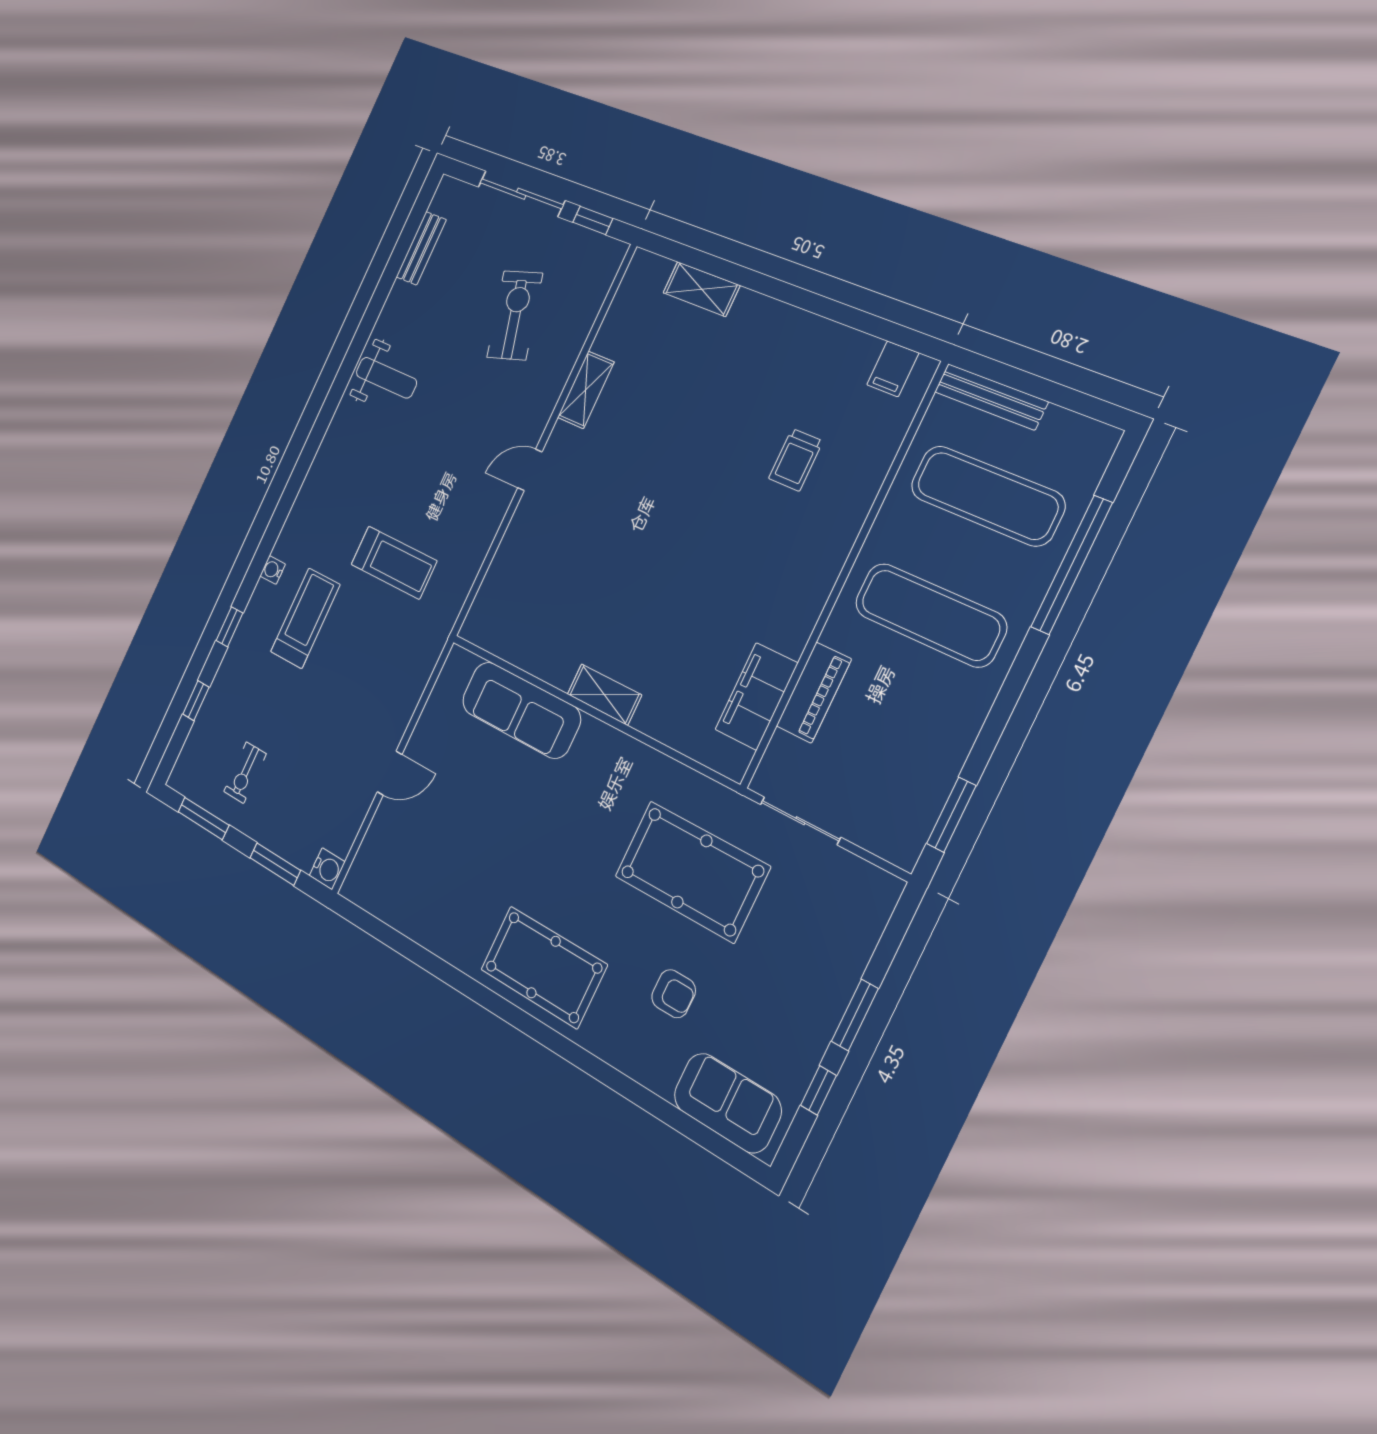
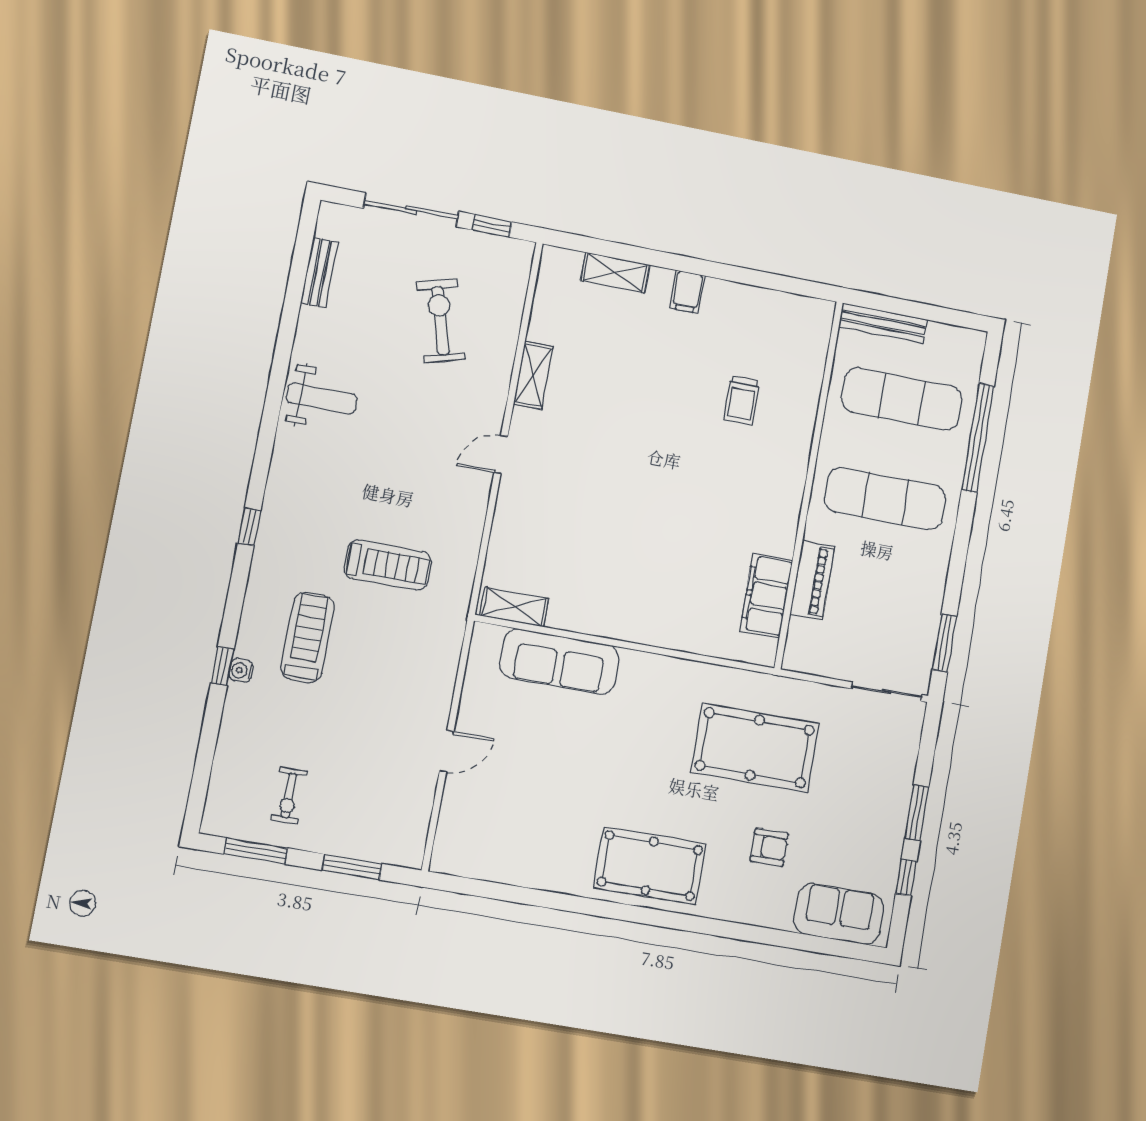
filing cabinet: (893, 369) -> (687, 292), moved
water cooler: (273, 570) -> (241, 670), moved
shelving: (604, 695) -> (514, 607), moved
window: (196, 701) -> (249, 527), moved
sliding door: (800, 821) -> (887, 692), moved
water cooler: (327, 869) -> (410, 854), removed

